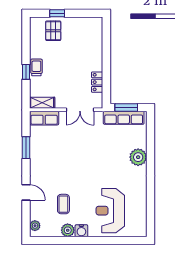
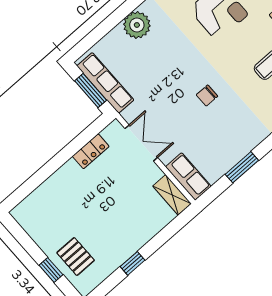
pallet: (53, 31) -> (76, 257), turned 90
trolley: (36, 67) -> (136, 238), removed
window: (26, 72) -> (132, 263), moved
chair: (75, 161) -> (207, 96), added

